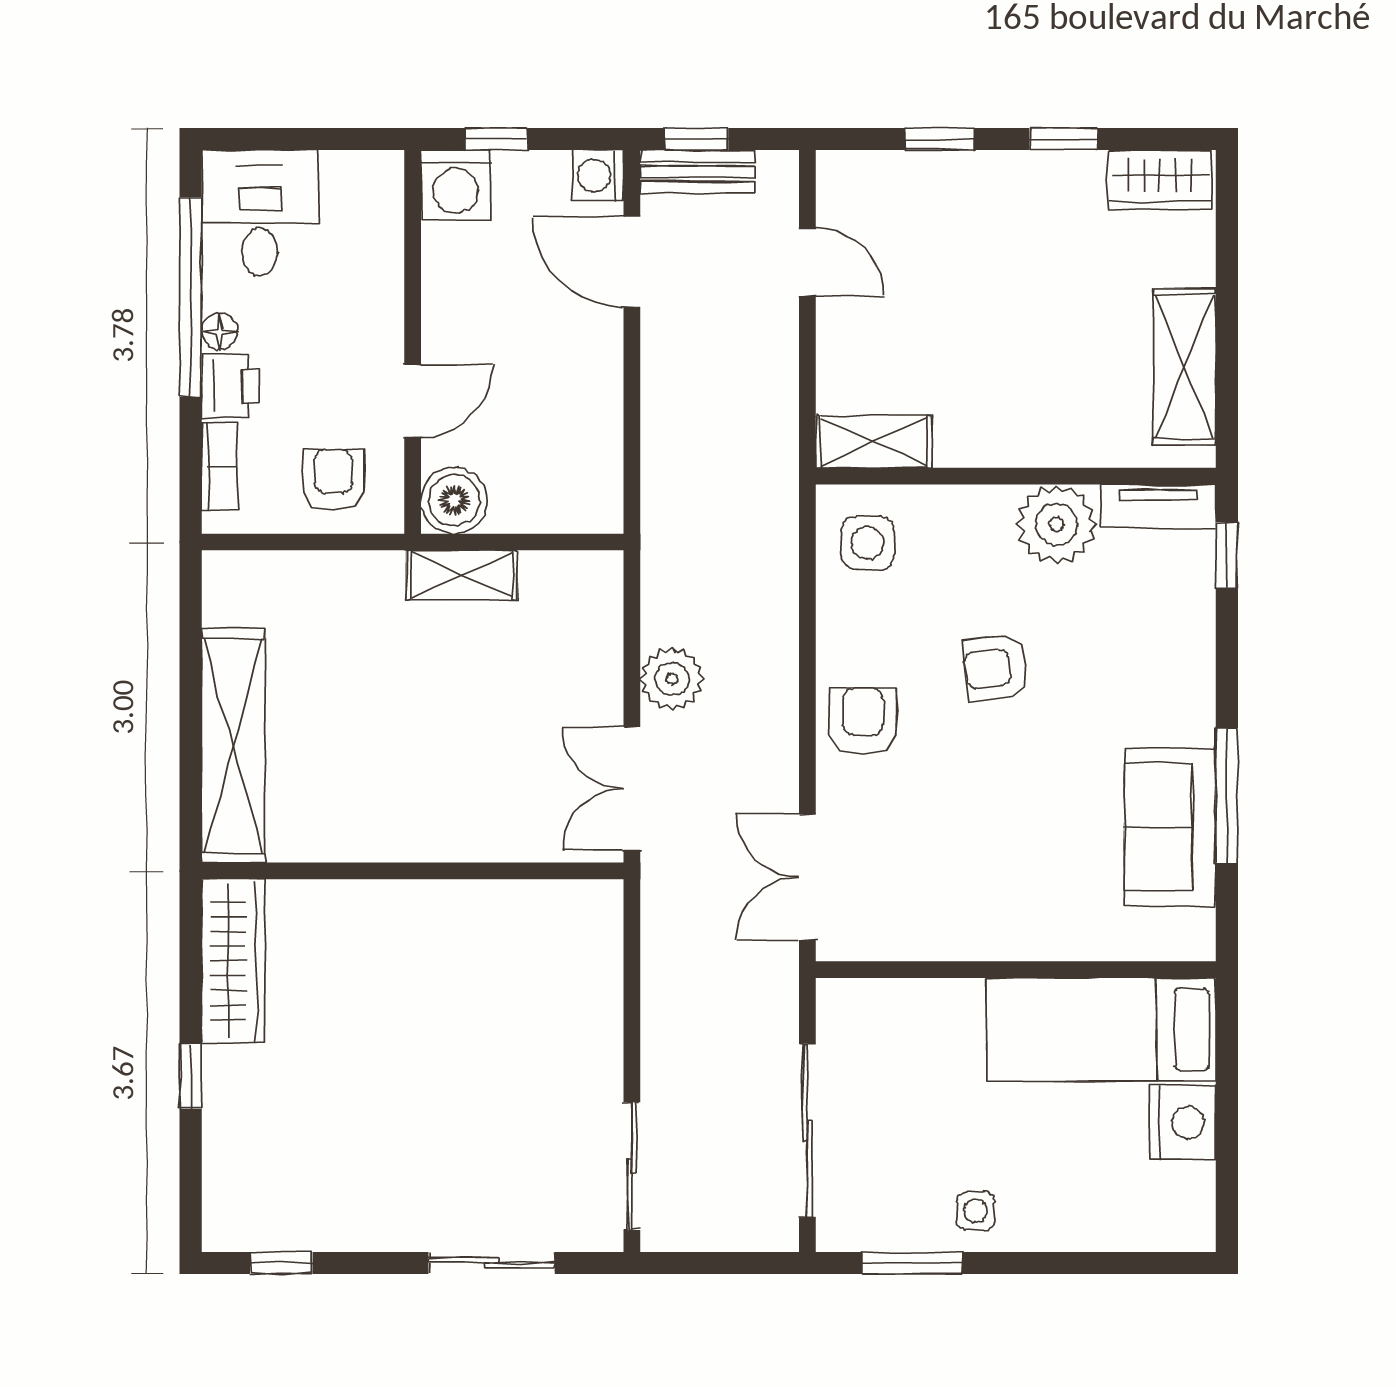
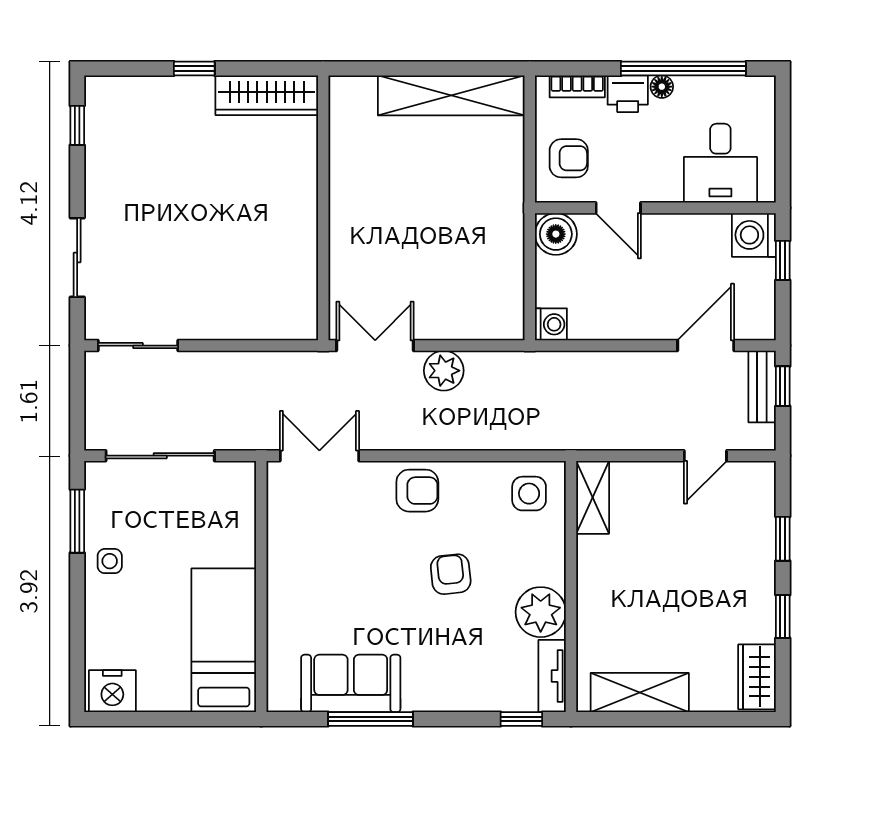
washing machine: (598, 176) -> (551, 324), moved, turned 90
desk: (260, 213) -> (720, 163), moved, turned 90
shelving: (462, 575) -> (509, 239), removed
shelving: (233, 746) -> (451, 95), moved
nightstand: (1182, 1123) -> (112, 691), moved

